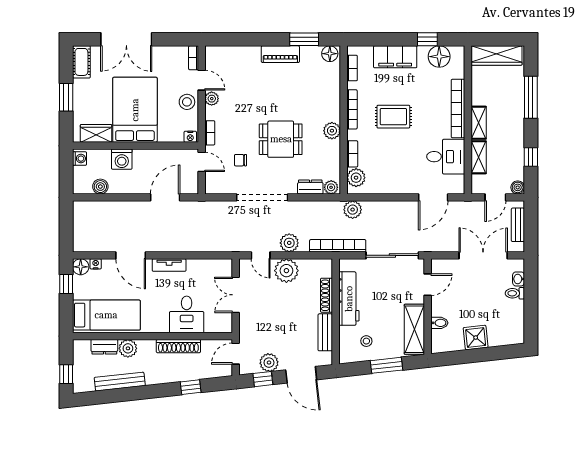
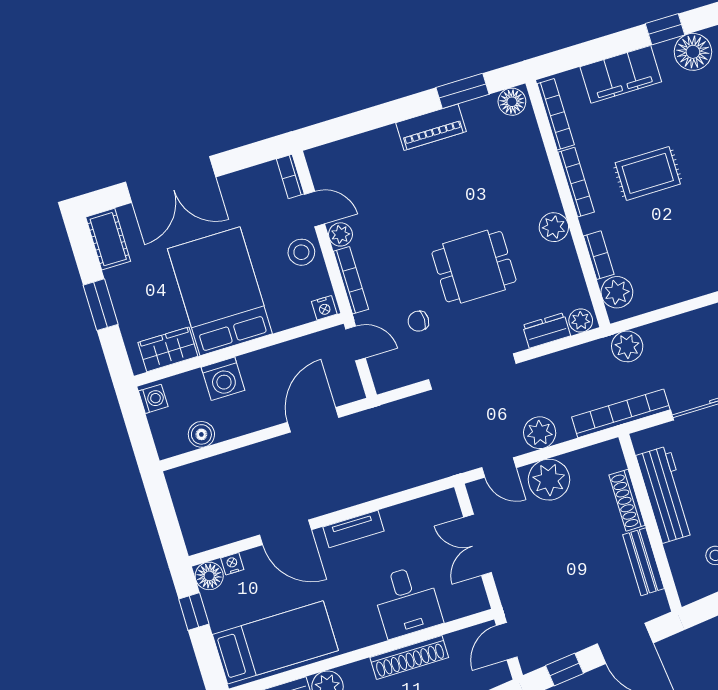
bookcase: (352, 68) -> (556, 114), width x1.56
bookcase: (210, 133) -> (351, 280), width x1.56
plant: (269, 363) -> (566, 639), removed

